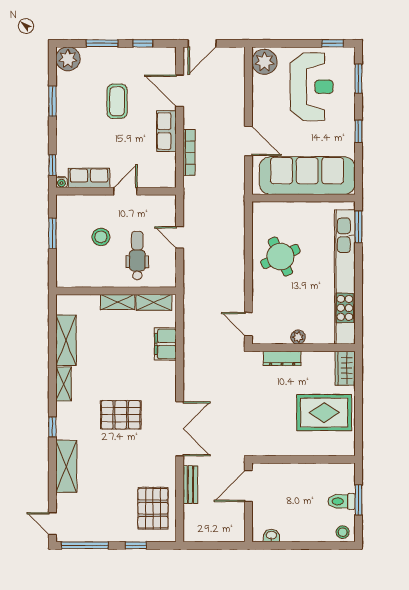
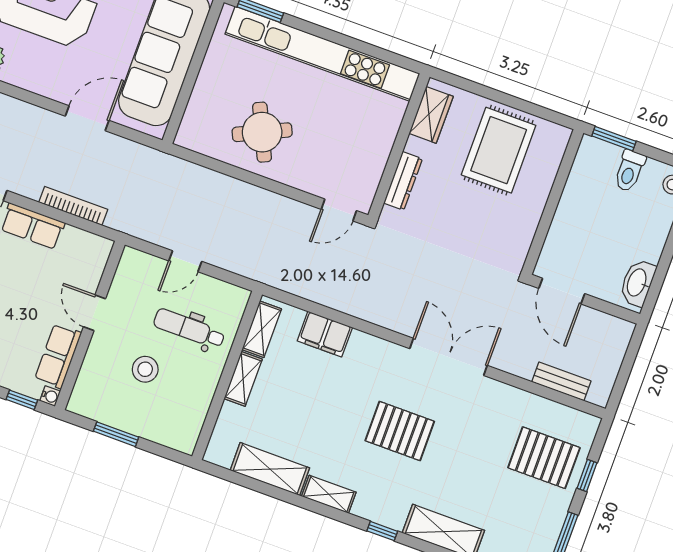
plant: (298, 337) -> (382, 148), removed
wardrobe: (345, 368) -> (431, 115), moved, turned -90
pallet: (121, 415) -> (400, 431), turned 90
bench: (190, 485) -> (561, 381), moved
window: (358, 500) -> (614, 139), moved
pallet: (153, 508) -> (544, 458), moved
washbasin: (271, 536) -> (637, 283), width x1.91, depth x1.45

